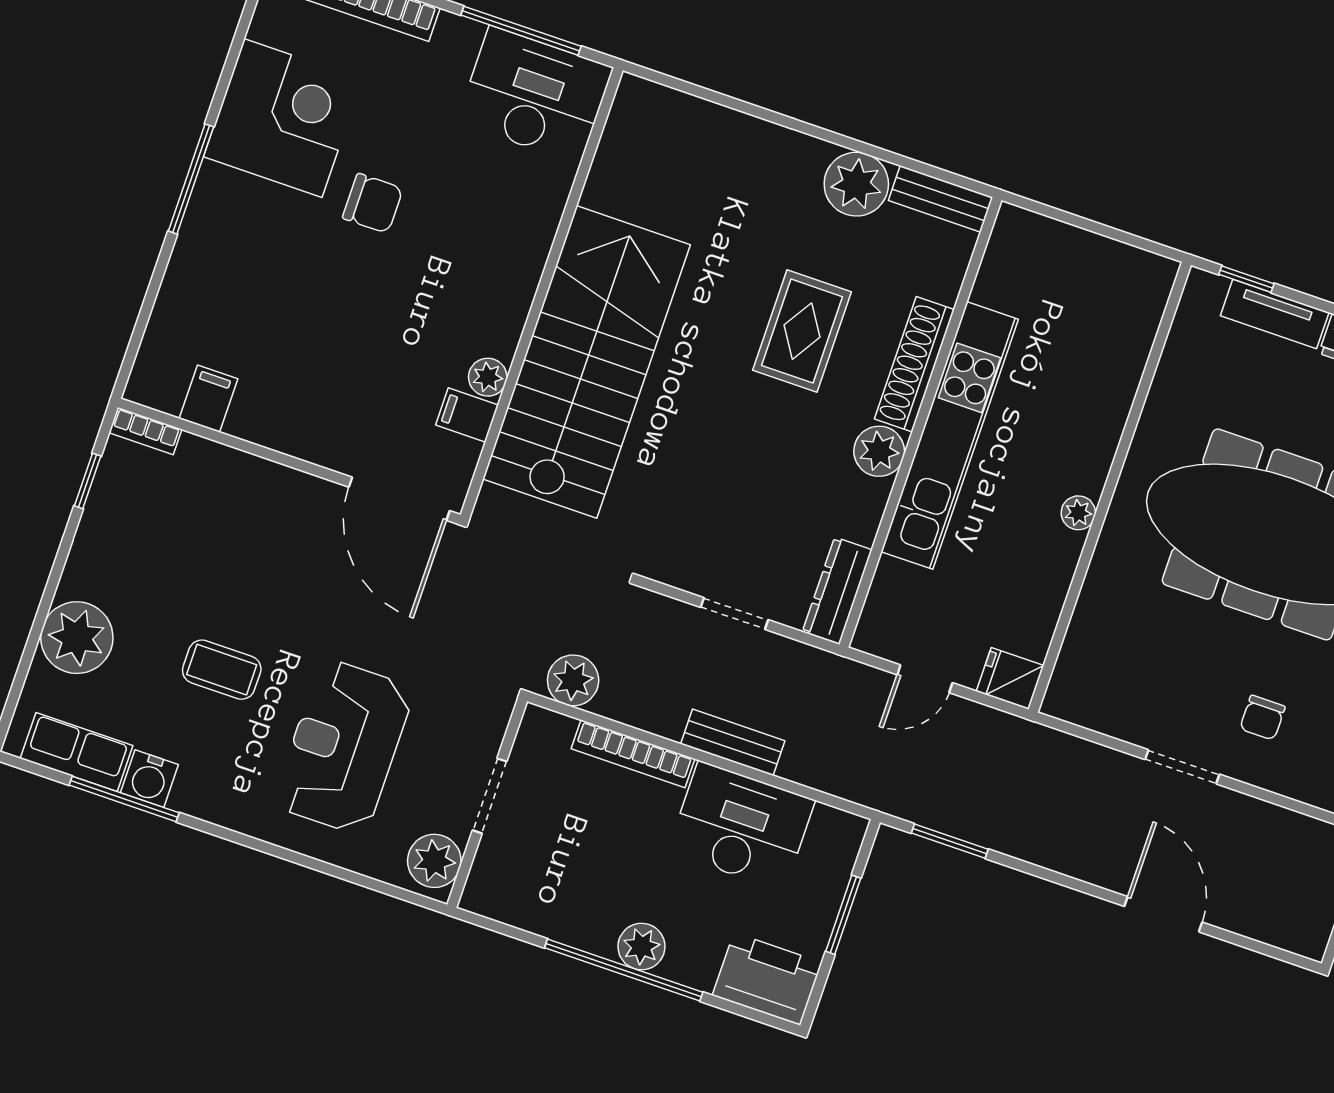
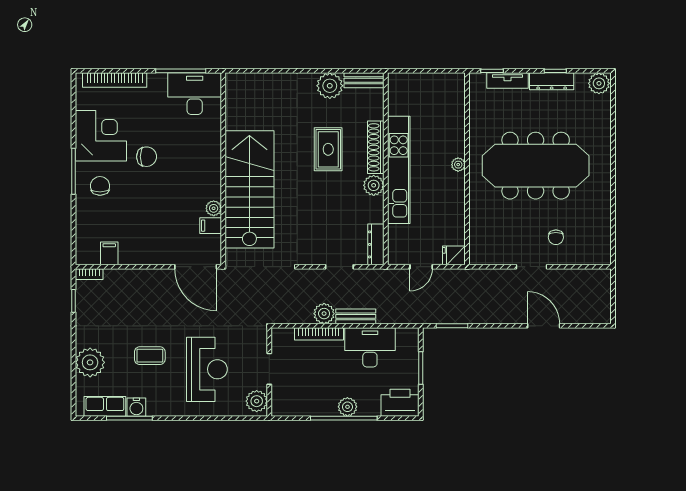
chair: (241, 234) -> (100, 186), added
plant: (1078, 513) -> (458, 165), moved
plant: (573, 680) -> (324, 314), moved
reception desk: (344, 747) -> (207, 369), turned 180

